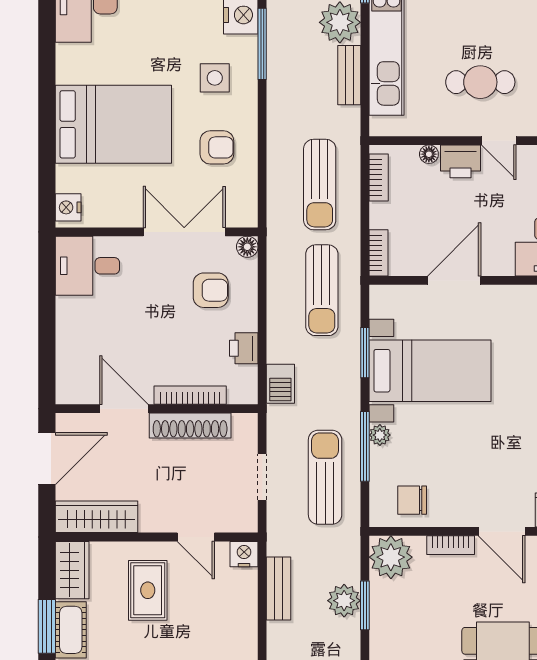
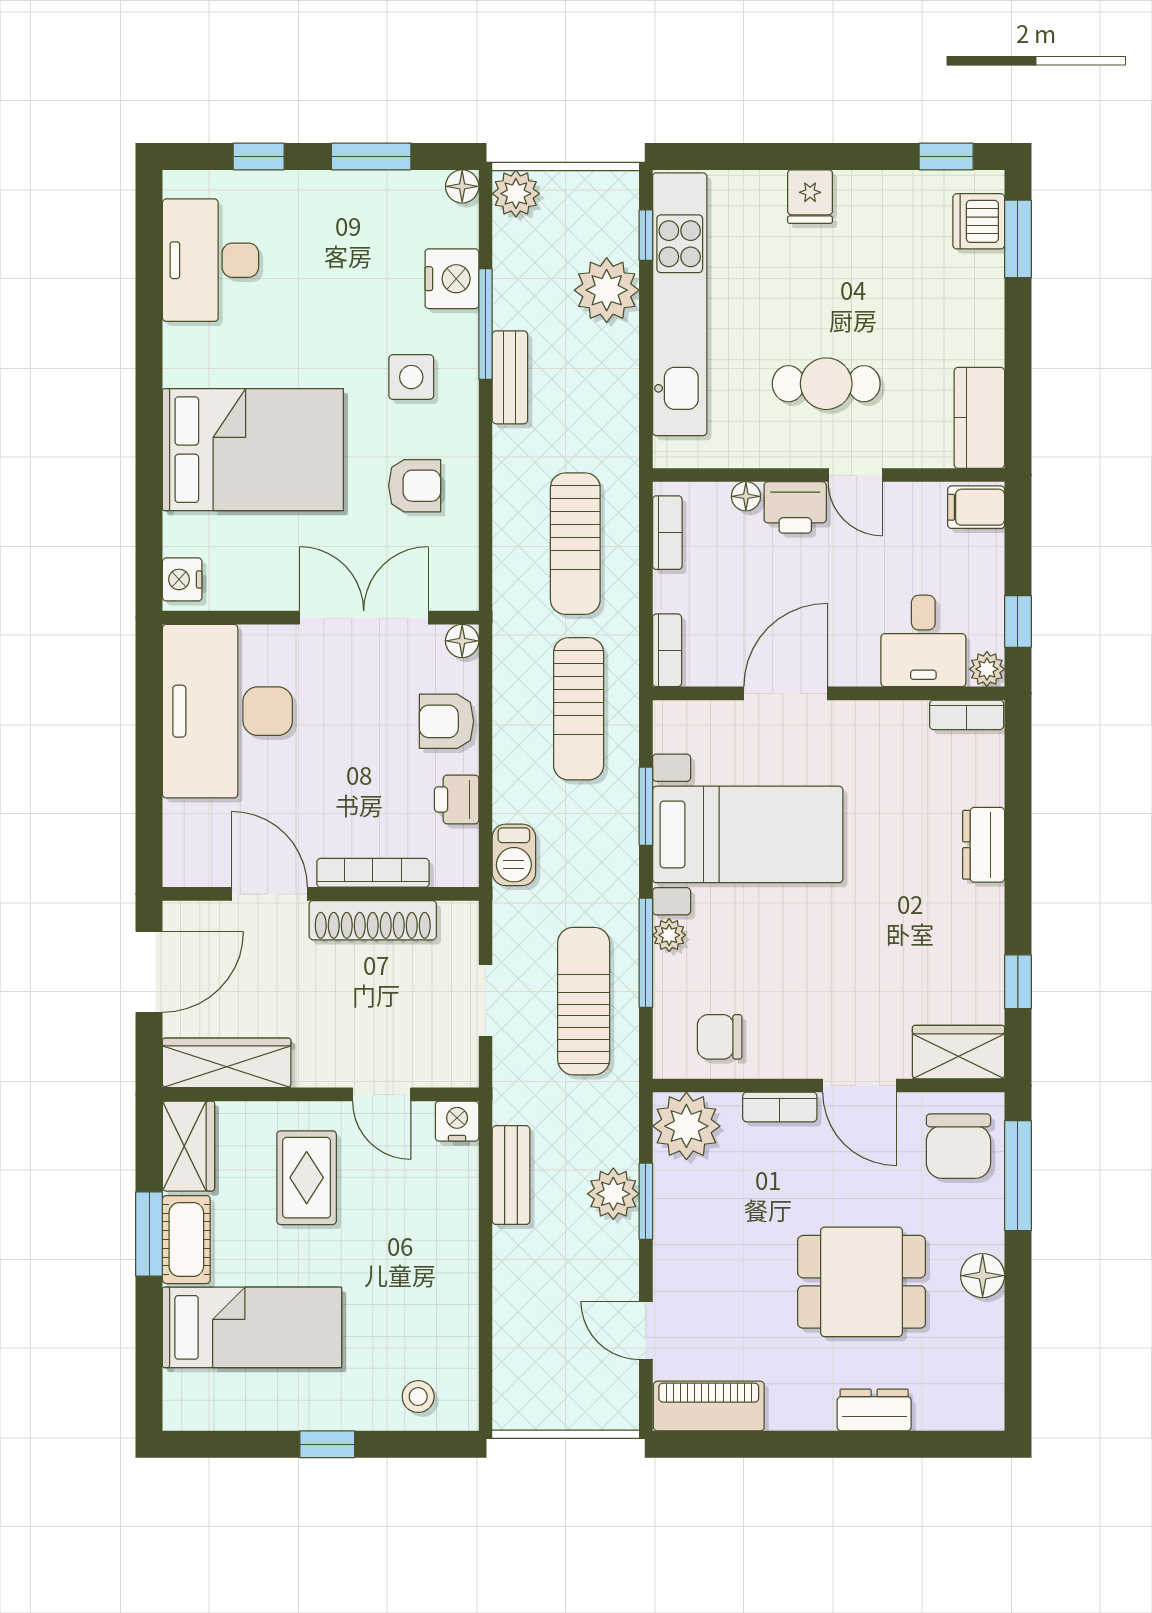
bench: (349, 75) -> (510, 377), moved
desk: (87, 266) -> (227, 711), width x1.87, depth x1.30
armchair: (211, 290) -> (446, 721), moved, turned 180

